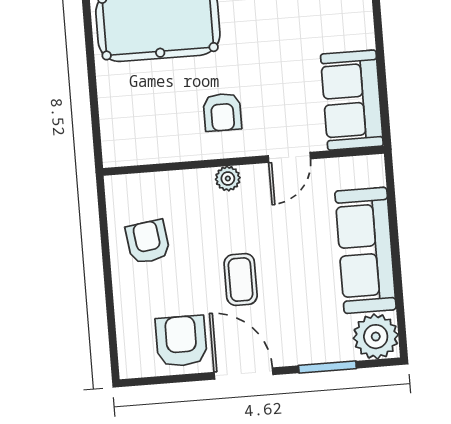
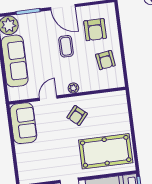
armchair: (222, 112) -> (77, 116), turned -139
armchair: (181, 341) -> (95, 30), moved

